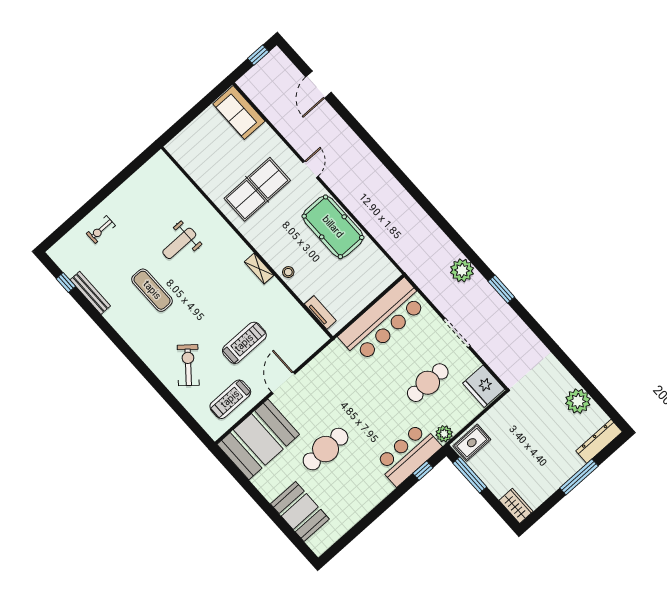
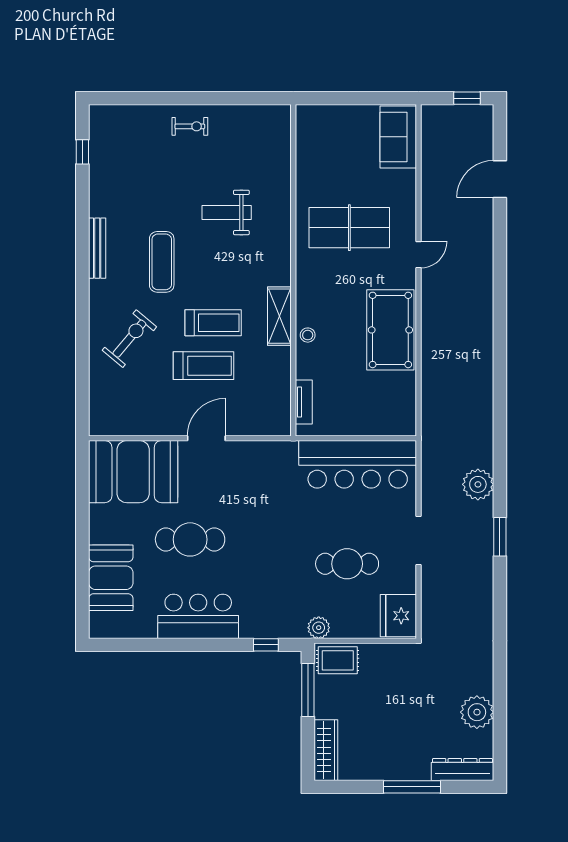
exercise bike: (101, 230) -> (190, 126), moved, turned 180
shelving: (259, 269) -> (279, 316), width x1.50, depth x1.33
exercise mat: (152, 290) -> (162, 262), moved
bench: (90, 293) -> (97, 248), moved
treadmill: (230, 399) -> (213, 323), moved, turned 180
bar counter: (408, 454) -> (198, 616), moved
wardrobe: (516, 506) -> (326, 750), width x1.50

